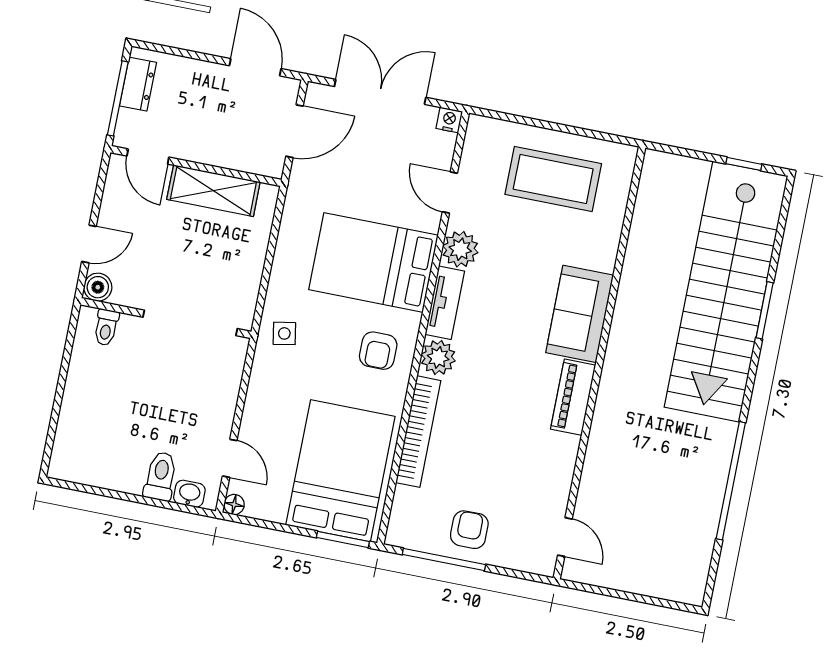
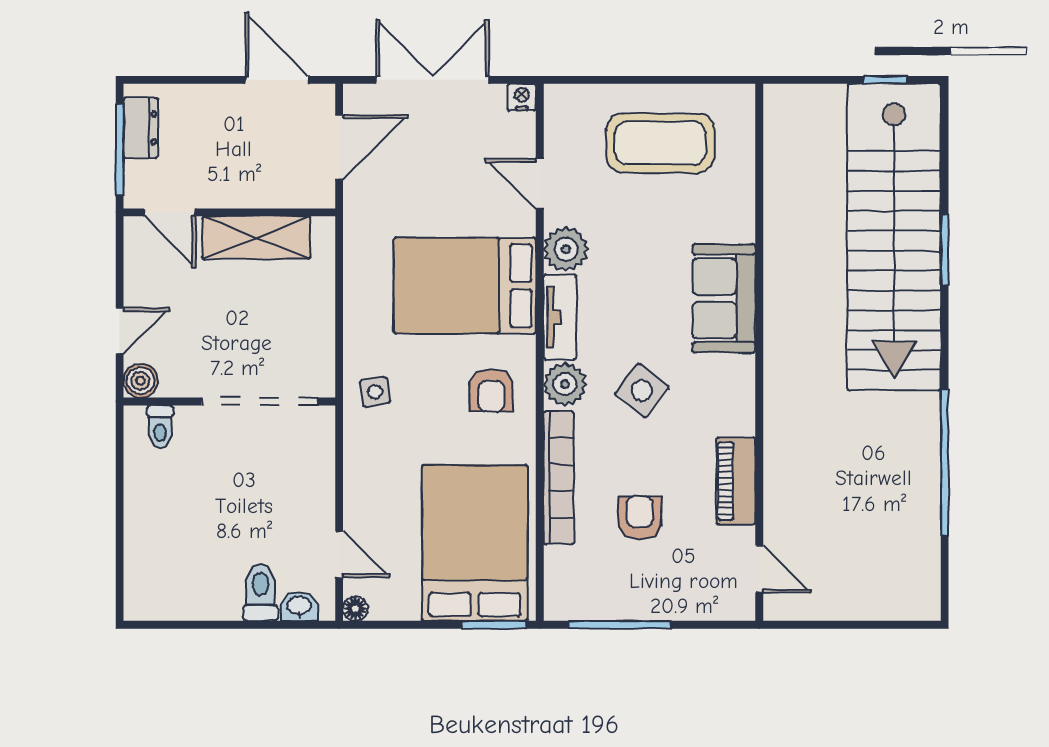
side table: (499, 375) -> (642, 391), added
piano: (573, 397) -> (736, 481), moved
armchair: (469, 530) -> (640, 518), moved

